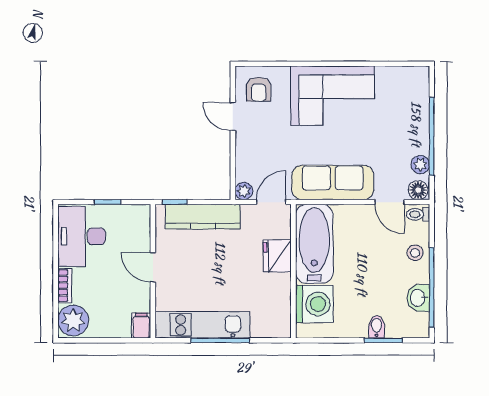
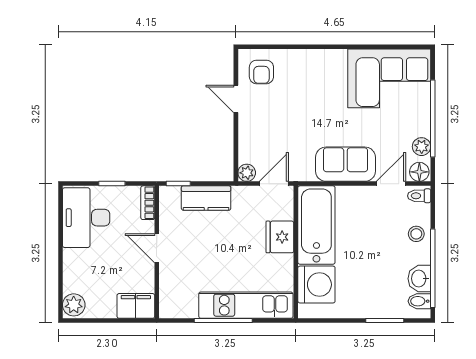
corner sofa: (333, 96) -> (389, 78), moved
sofa: (333, 182) -> (345, 164), width x0.73
door: (390, 202) -> (391, 184), swing flipped
kitchen counter: (203, 217) -> (206, 198), width x0.67
bookcase: (65, 286) -> (148, 203), moved, turned 180
plant: (73, 320) -> (74, 305), width x0.73, depth x0.73
kitchen unit: (202, 325) -> (246, 305), moved
filing cabinet: (141, 326) -> (136, 306), width x2.00
bidet: (376, 327) -> (419, 301), moved, turned -90

